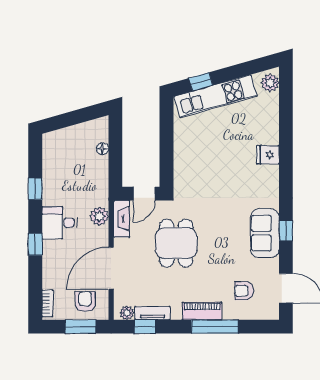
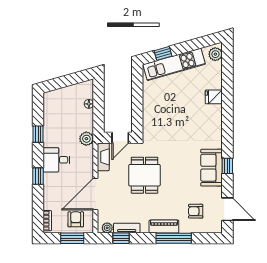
fridge: (268, 155) -> (214, 97), moved
plant: (99, 216) -> (86, 139), moved

